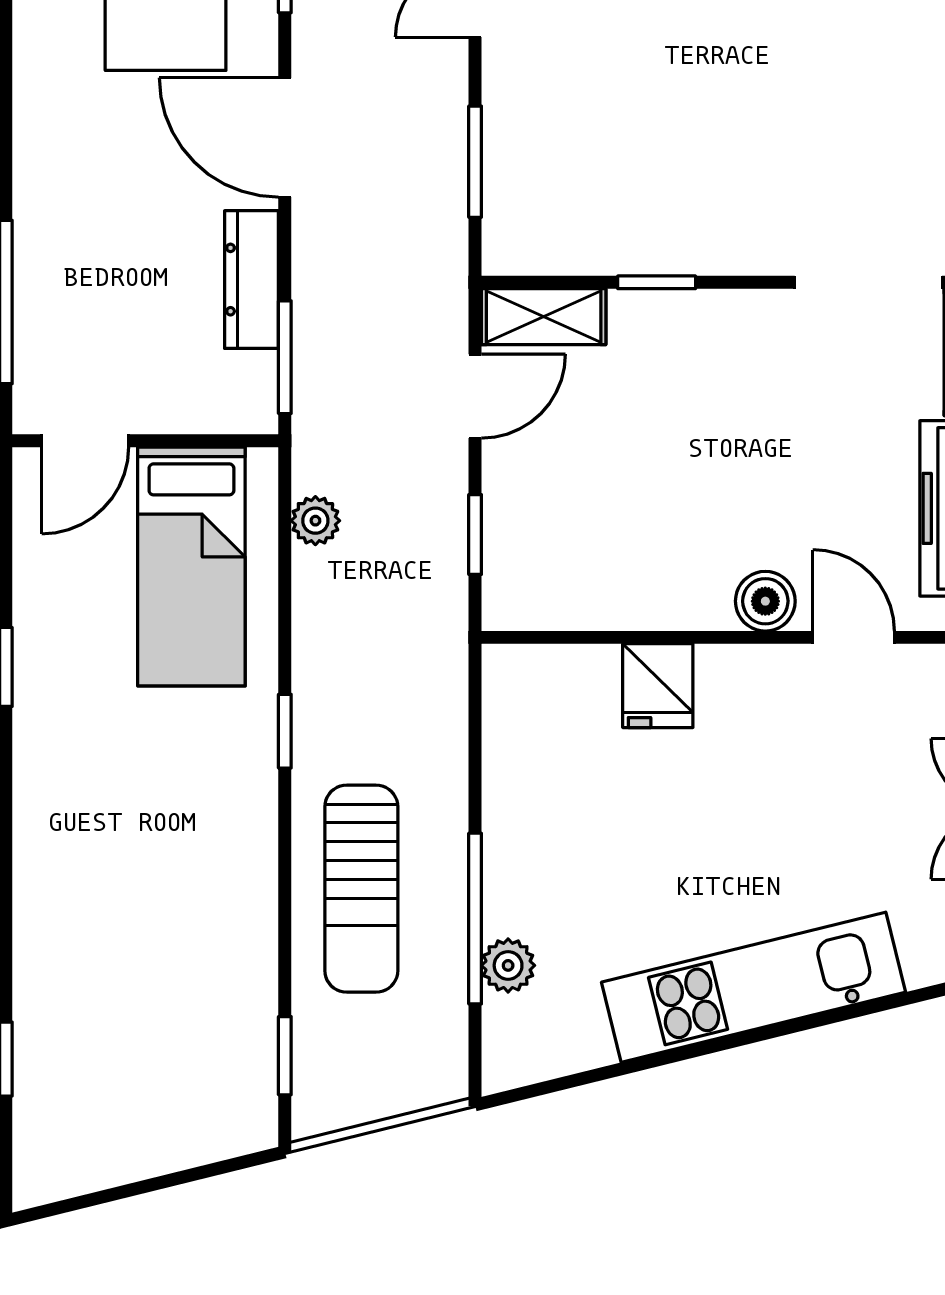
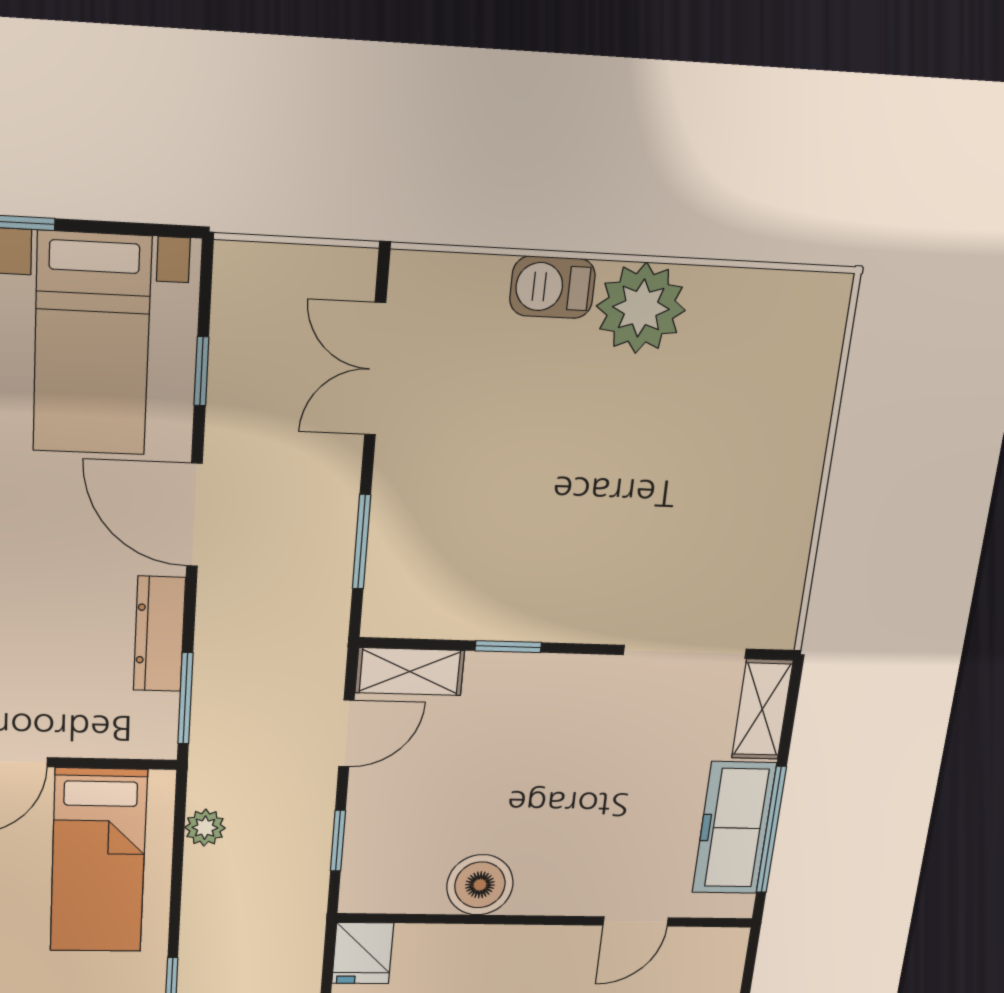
boiler: (765, 601) -> (480, 885), moved, width x1.36, depth x1.36
door: (854, 637) -> (636, 921), swing flipped
fridge: (658, 686) -> (363, 953), moved

